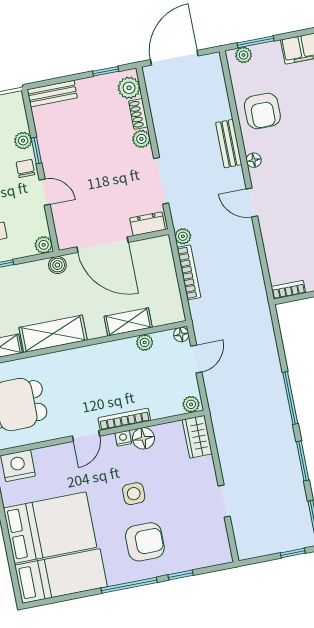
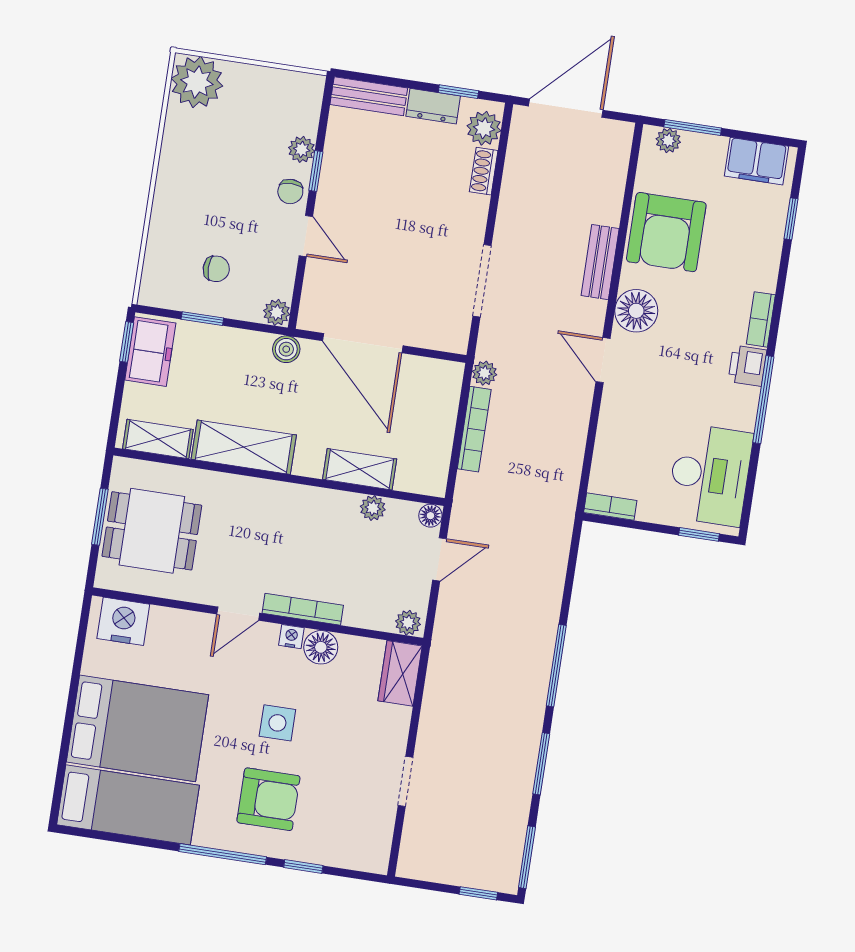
armchair: (262, 111) -> (666, 232), width x1.36, depth x1.36
plant: (141, 139) -> (475, 209), removed
floor lamp: (254, 160) -> (636, 311), width x1.89, depth x1.89
chair: (25, 168) -> (290, 192), turned 180
dresser: (148, 224) -> (433, 106), moved, turned 180

